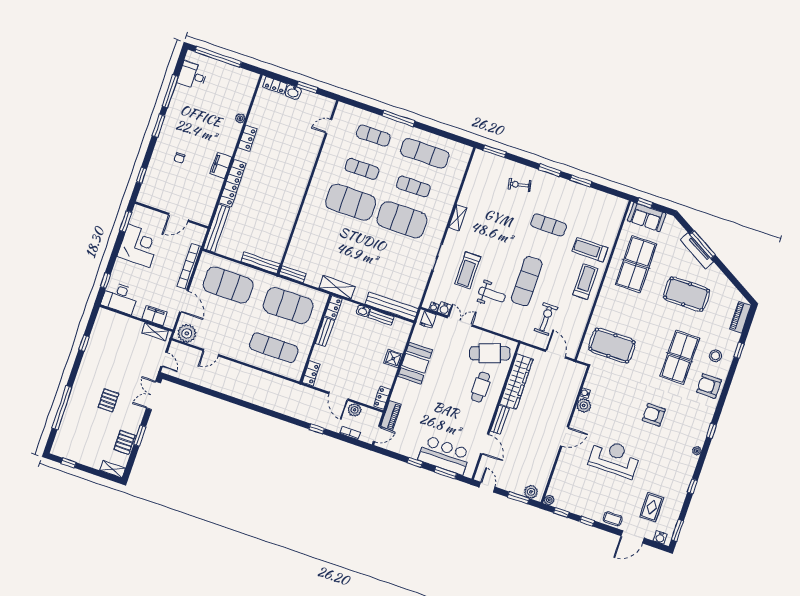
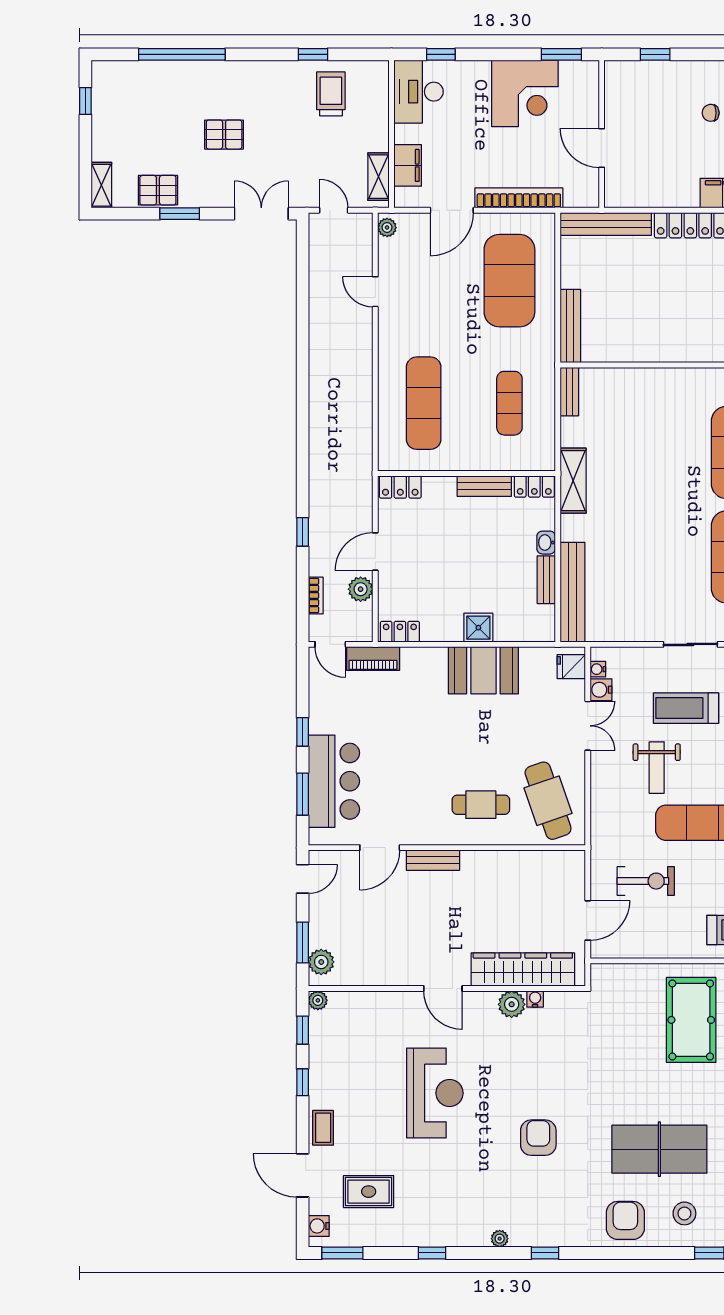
exercise mat: (288, 306) -> (509, 403), width x0.50, depth x0.69
plant: (187, 333) -> (387, 227), width x0.53, depth x0.53
trolley: (106, 341) -> (331, 94), added
pool table: (612, 346) -> (691, 1020), moved
door: (164, 359) -> (334, 210), swing flipped
wardrobe: (516, 382) -> (523, 969), moved, turned 180

